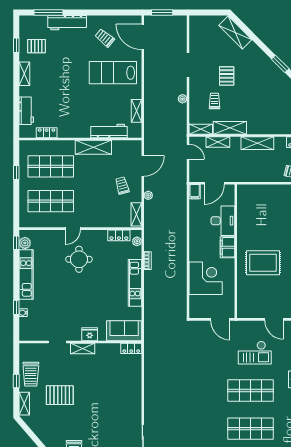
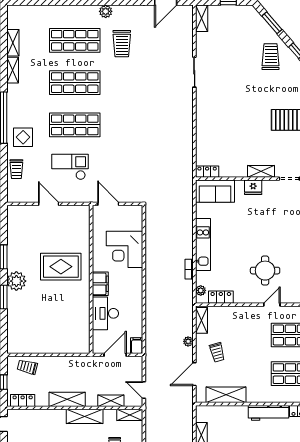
shelving: (230, 128) -> (85, 416), moved
workbench: (109, 131) -> (269, 413), moved
shelving: (93, 147) -> (226, 395), moved

